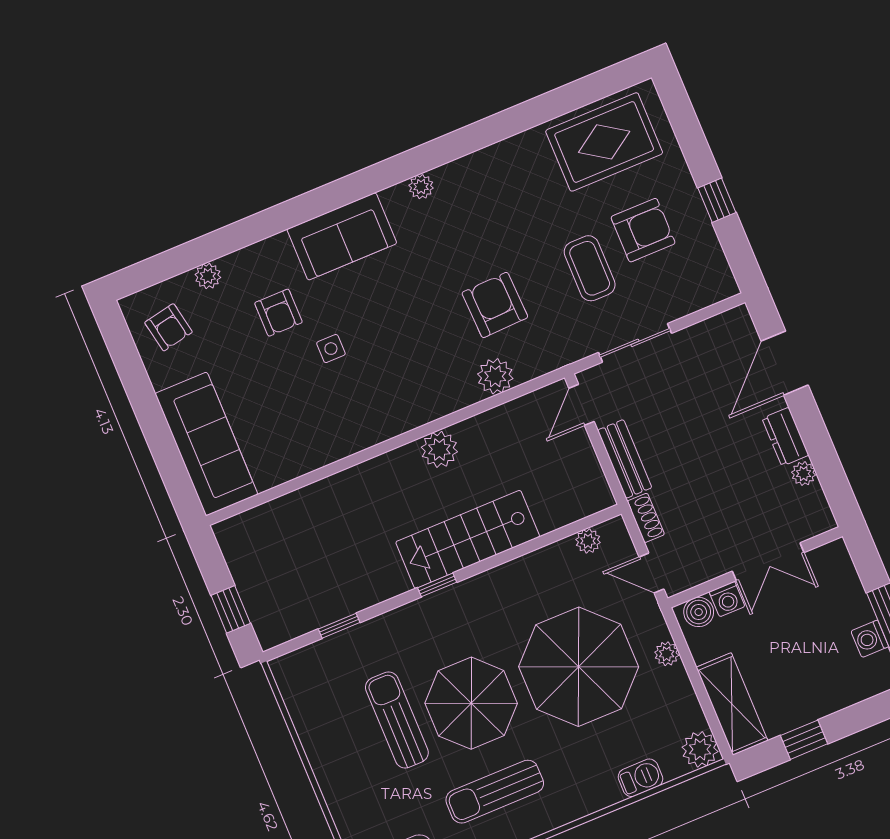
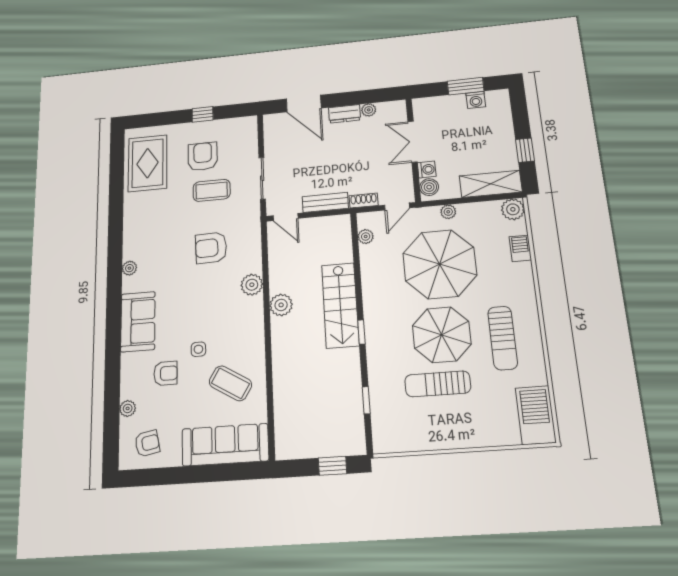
plant: (495, 376) -> (252, 285), moved
coffee table: (297, 417) -> (230, 383), added
double door: (768, 562) -> (413, 142), swing flipped

